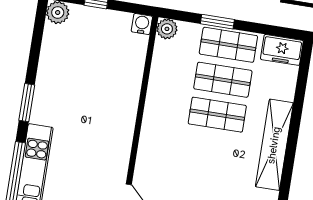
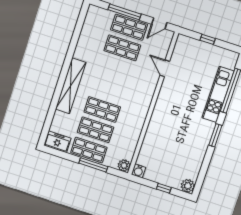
window: (217, 22) -> (93, 165), width x1.44

